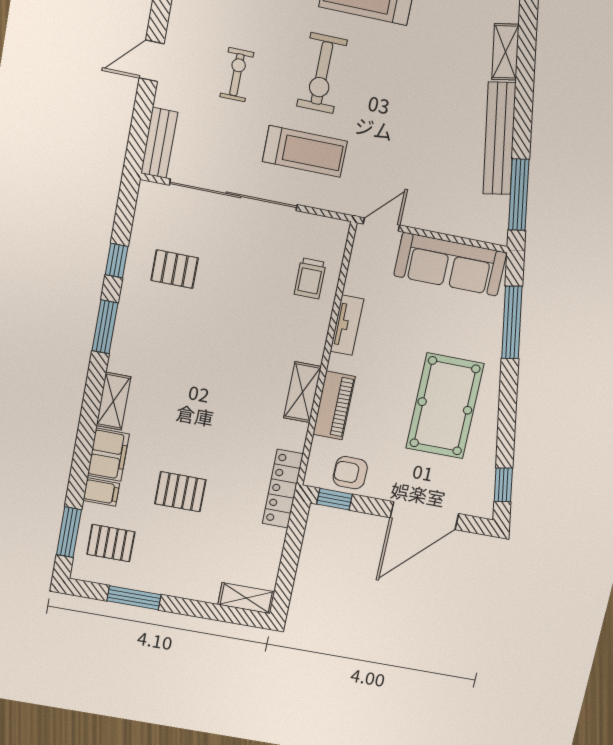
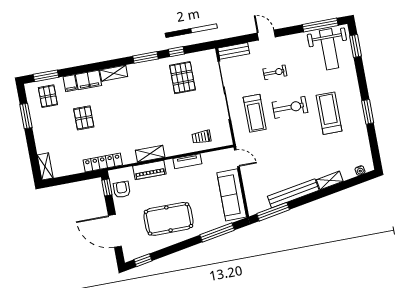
exercise bike: (322, 73) -> (290, 107), turned 180
pallet: (175, 269) -> (182, 78), width x1.50, depth x1.42

